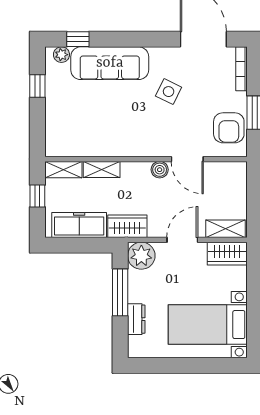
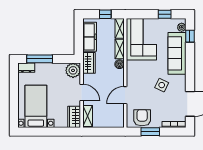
armchair: (229, 128) -> (142, 118), turned 90
corner sofa: (84, 129) -> (141, 39), added
boiler: (160, 170) -> (119, 64), moved
window: (120, 292) -> (40, 59), moved
dresser: (136, 319) -> (26, 68), moved

